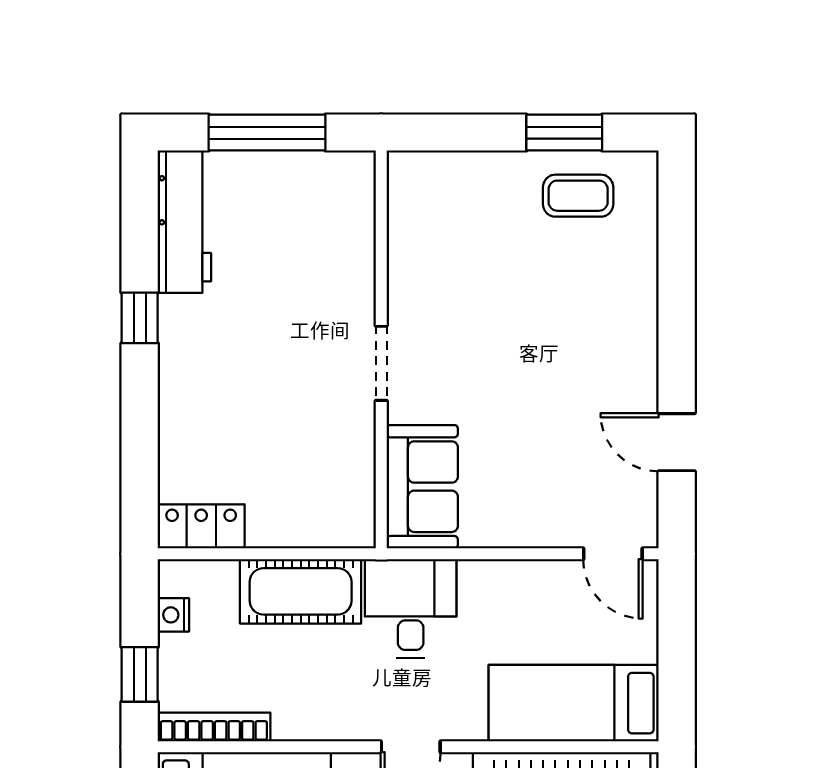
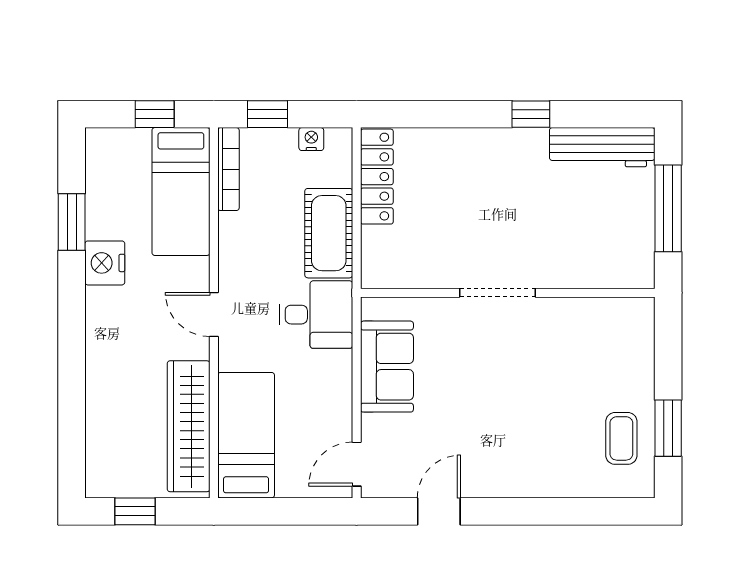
doorway: (381, 363) -> (497, 293), width x1.38
sofa: (422, 487) -> (387, 367), moved, turned -90
locker: (201, 526) -> (377, 177), width x1.53

